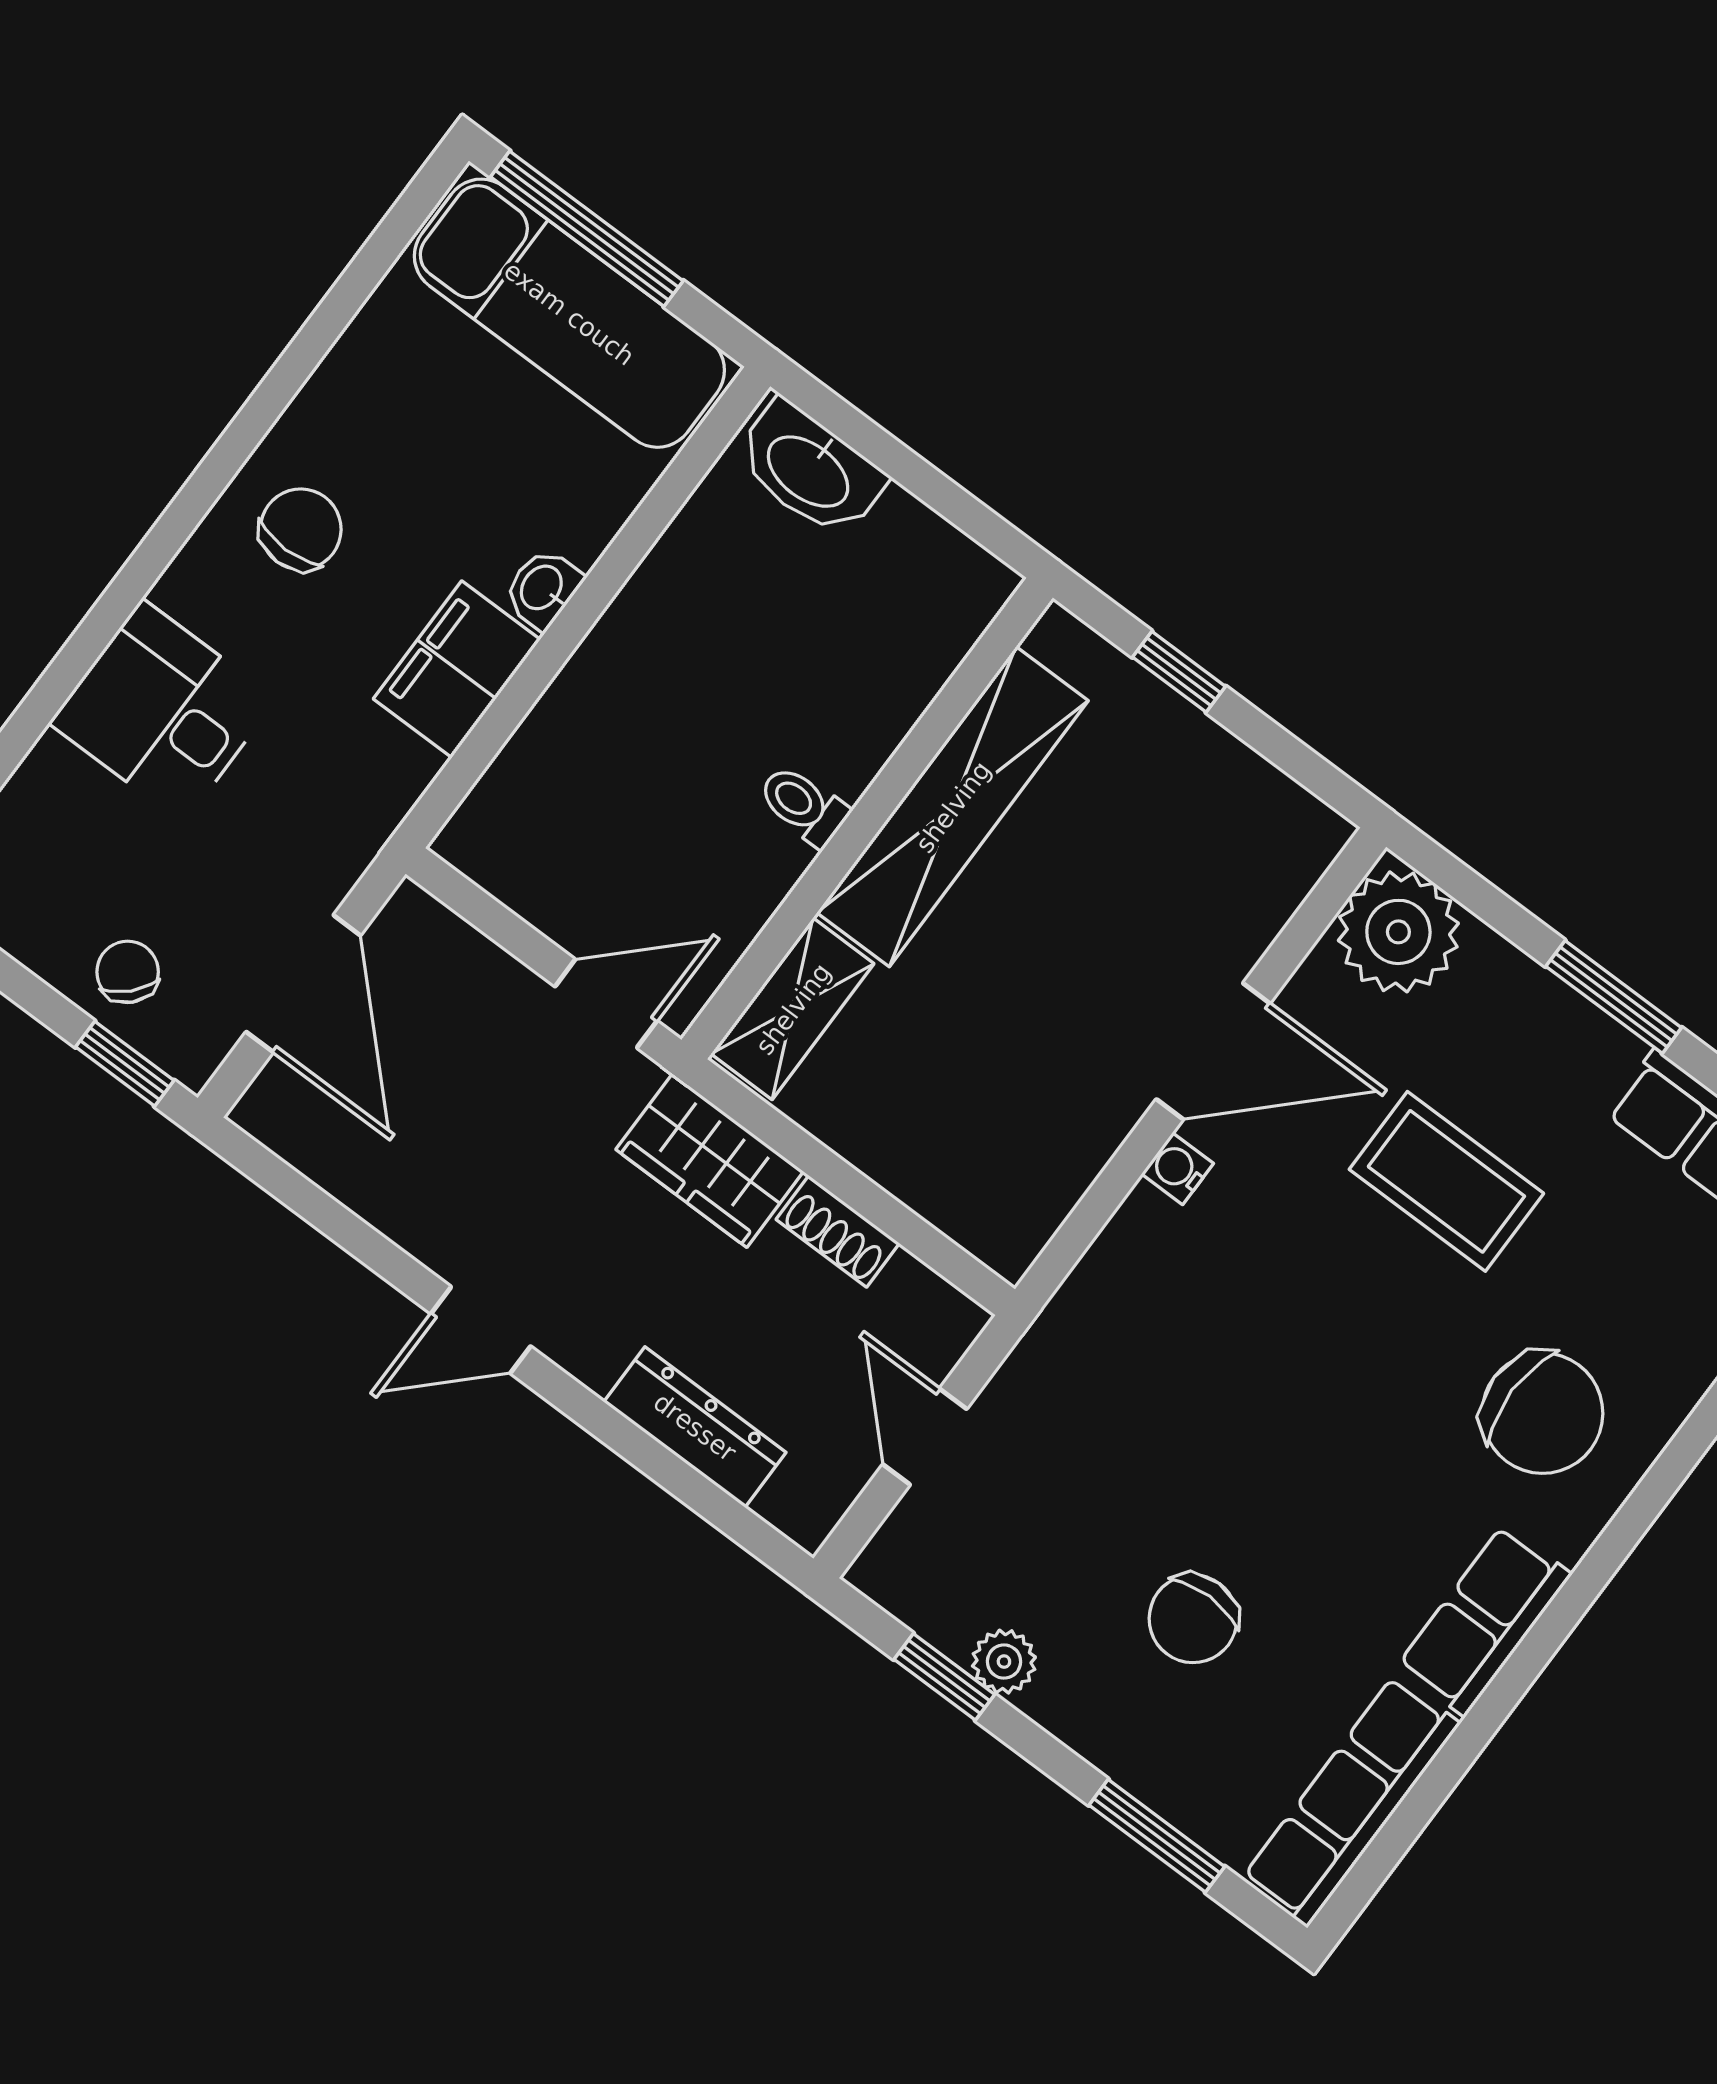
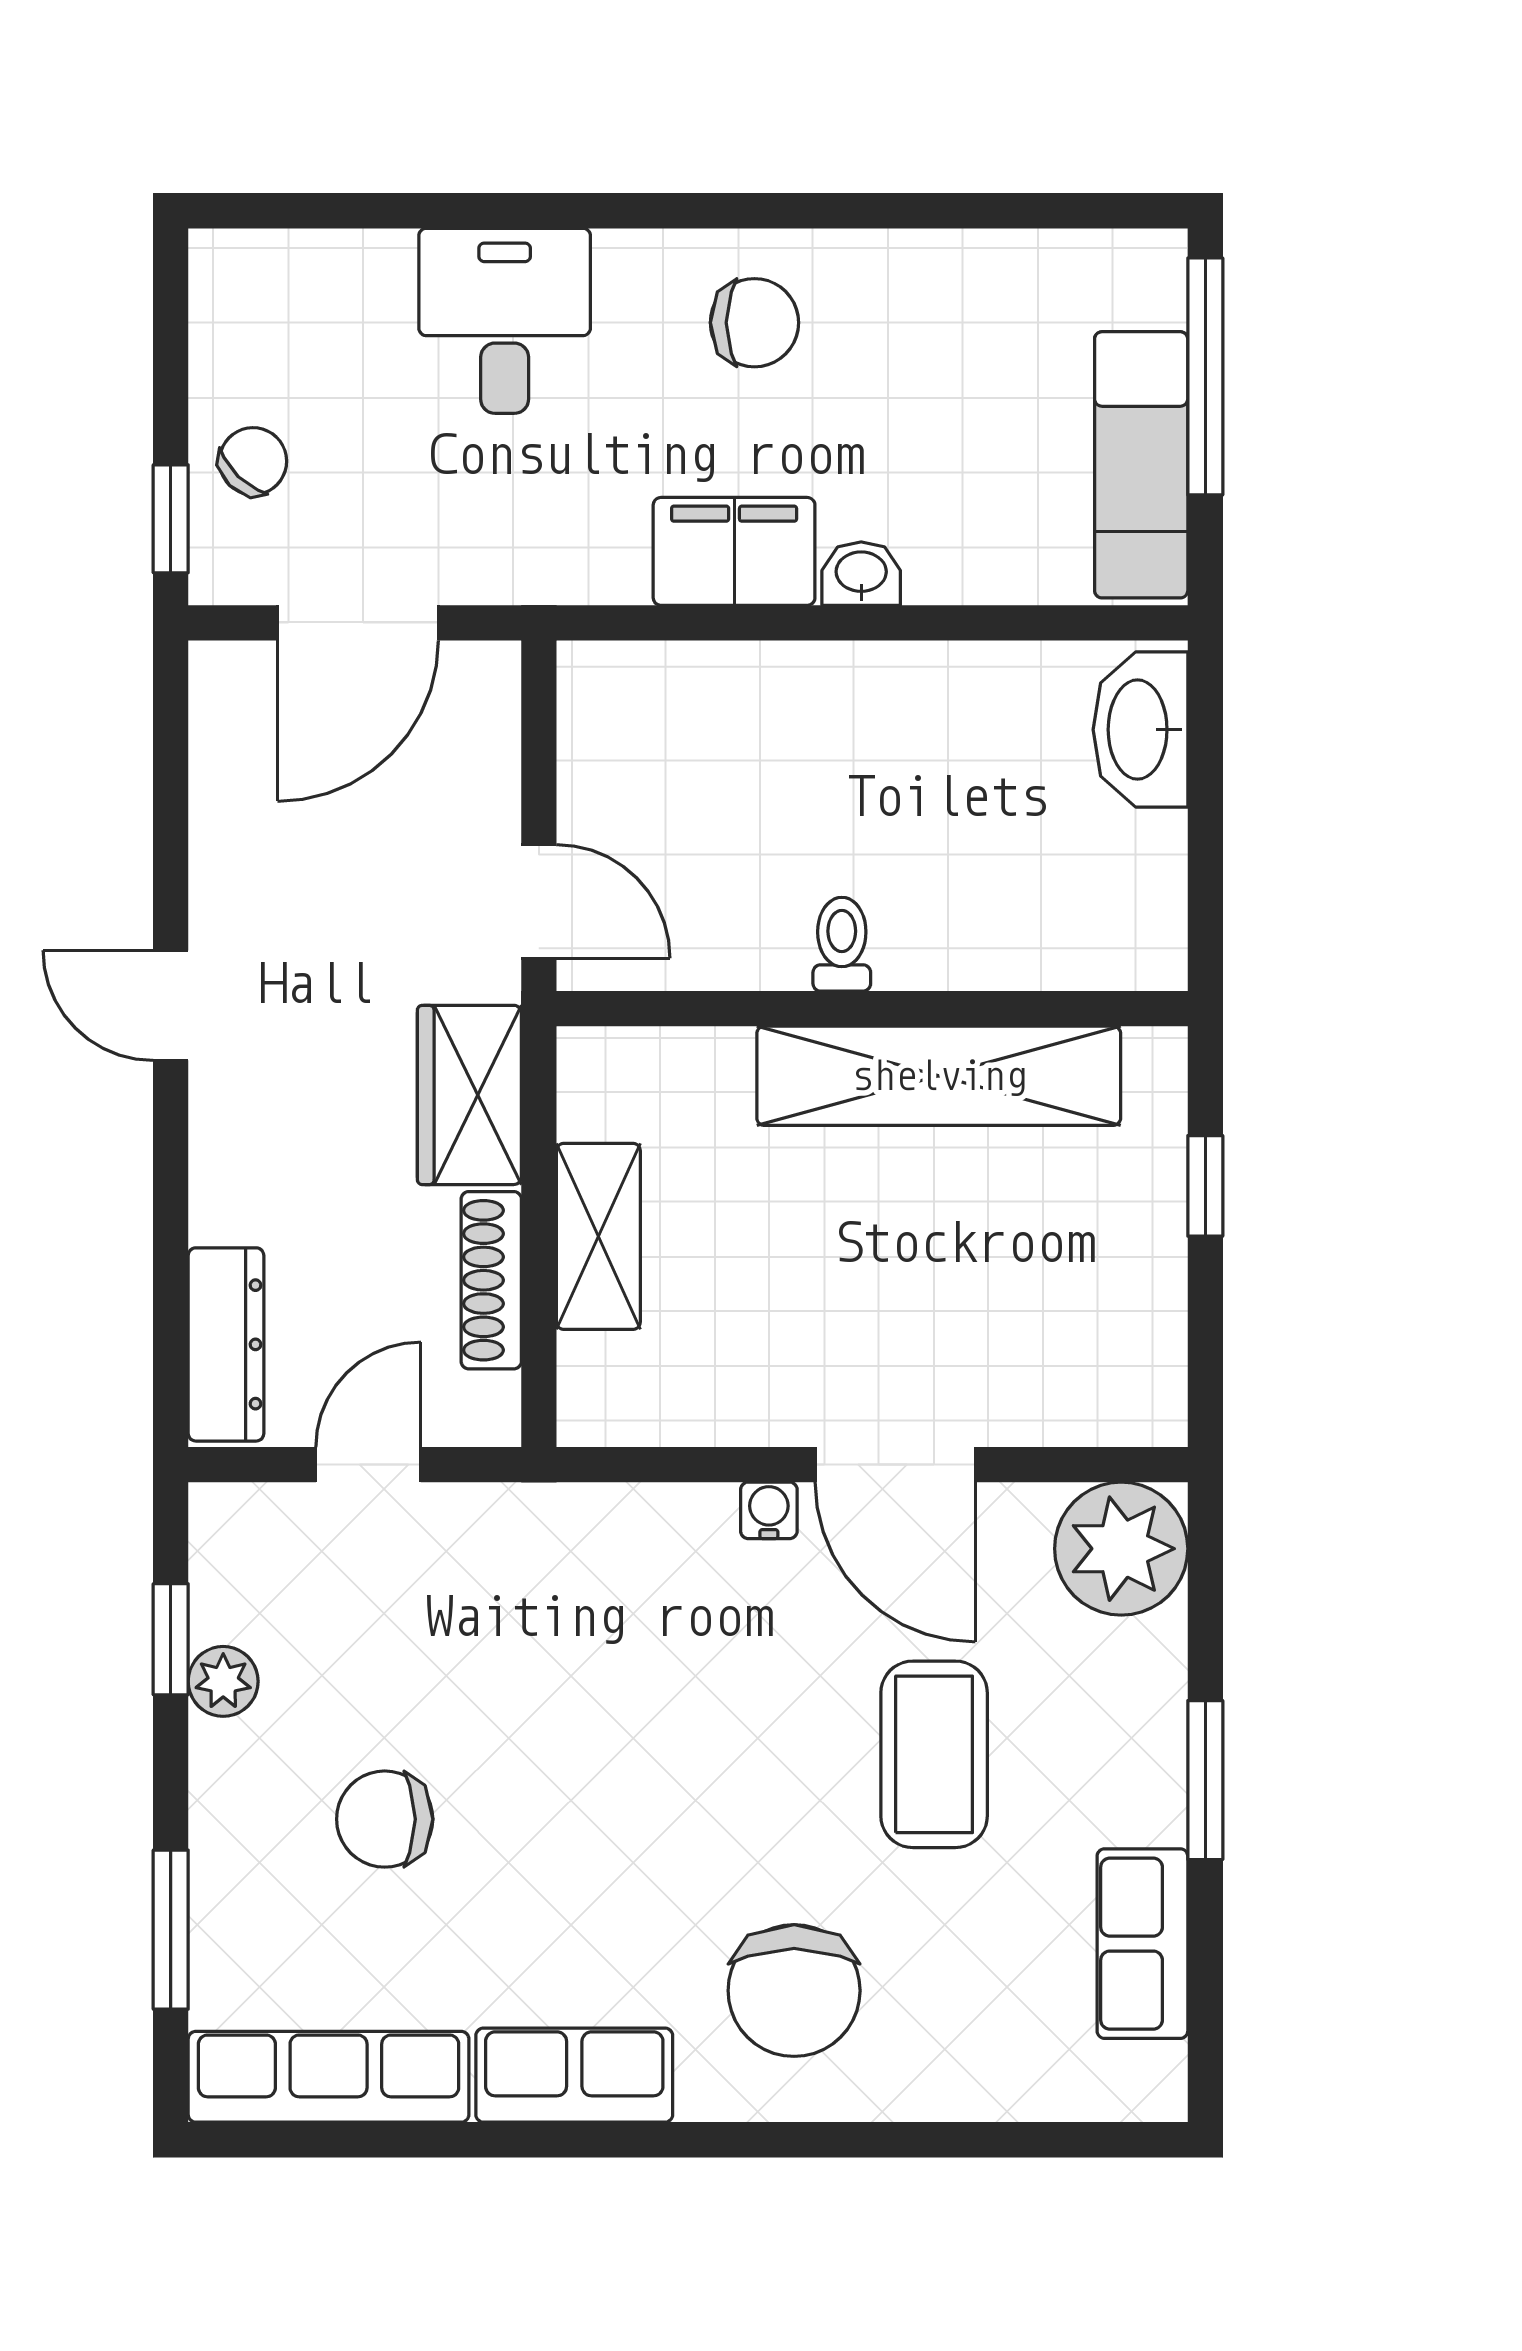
exam couch: (569, 313) -> (1141, 465), width x0.73, depth x0.69
shelving: (793, 1009) -> (598, 1236), moved, turned 90
shoe rack: (838, 1231) -> (491, 1280), width x1.43
dresser: (695, 1427) -> (226, 1344), moved

